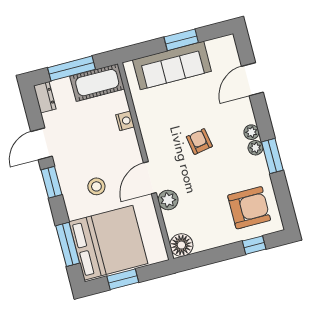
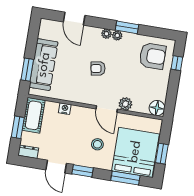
window: (181, 40) -> (27, 70), moved
window: (71, 68) -> (18, 127), width x0.69
armchair: (249, 208) -> (153, 56), turned 90

